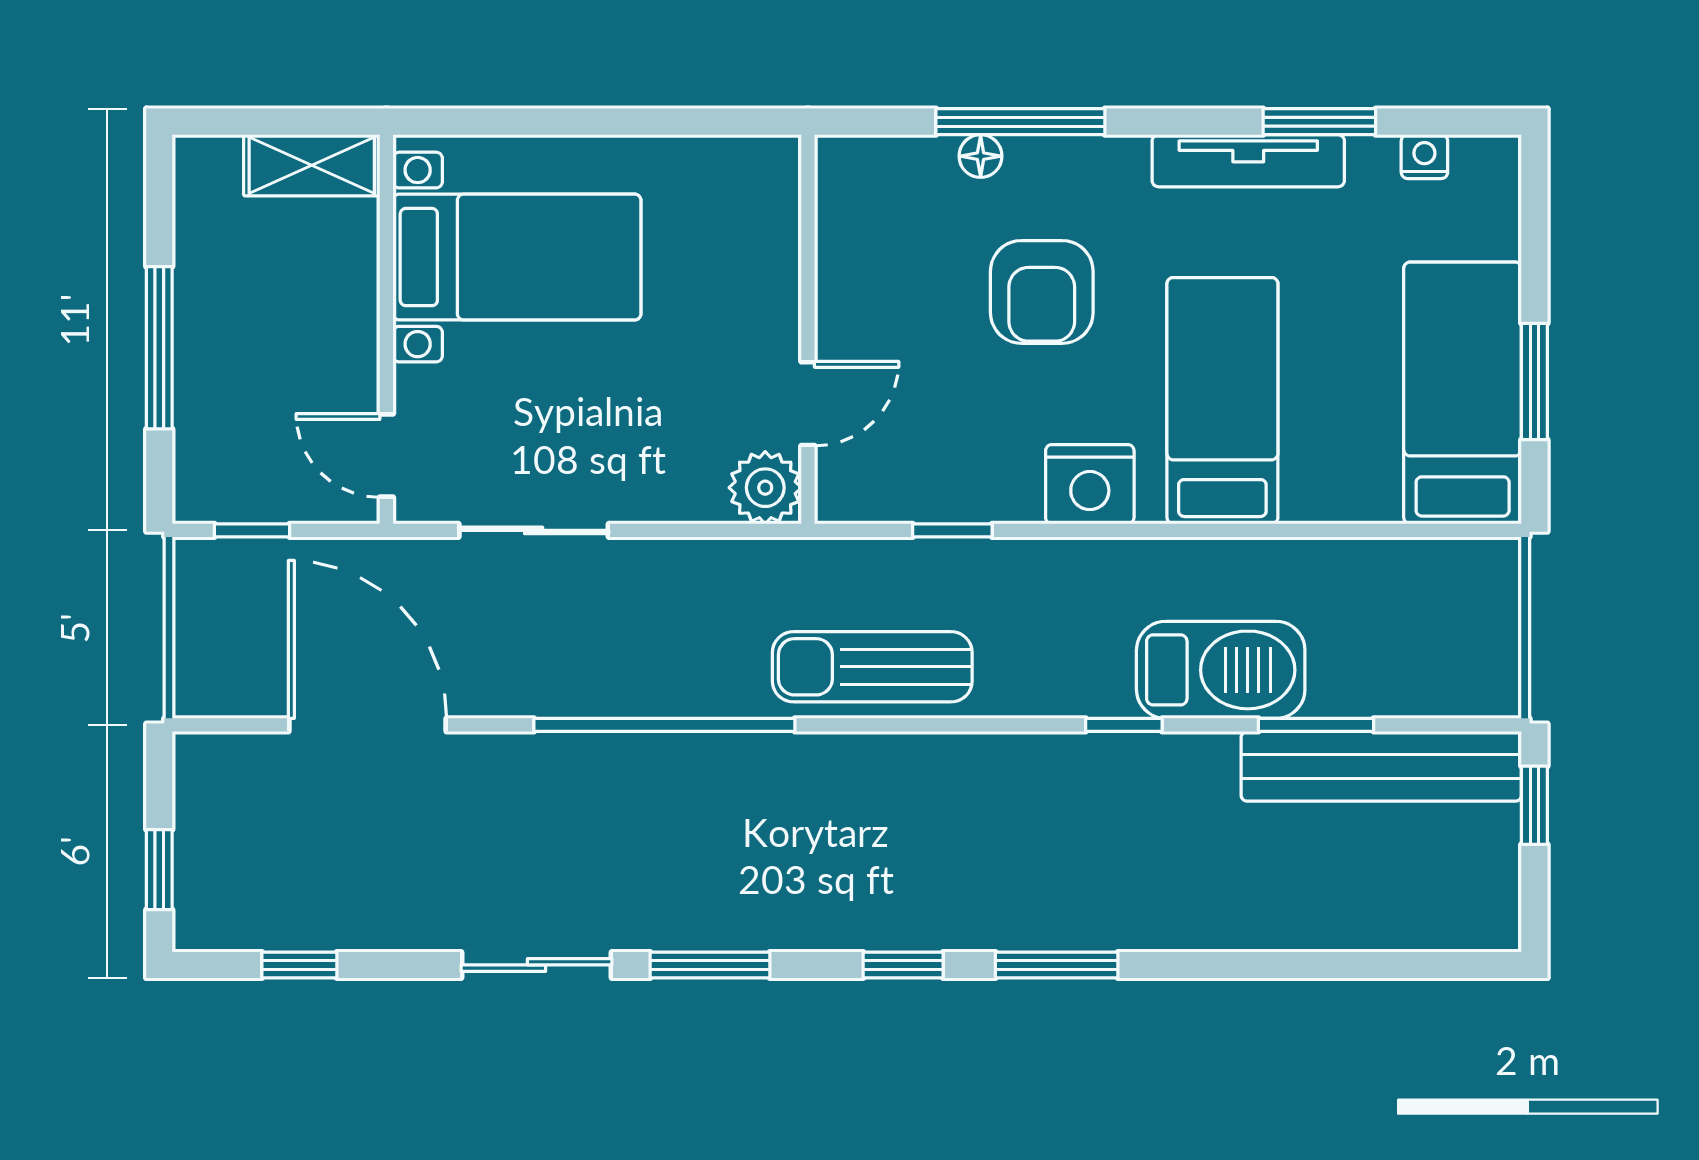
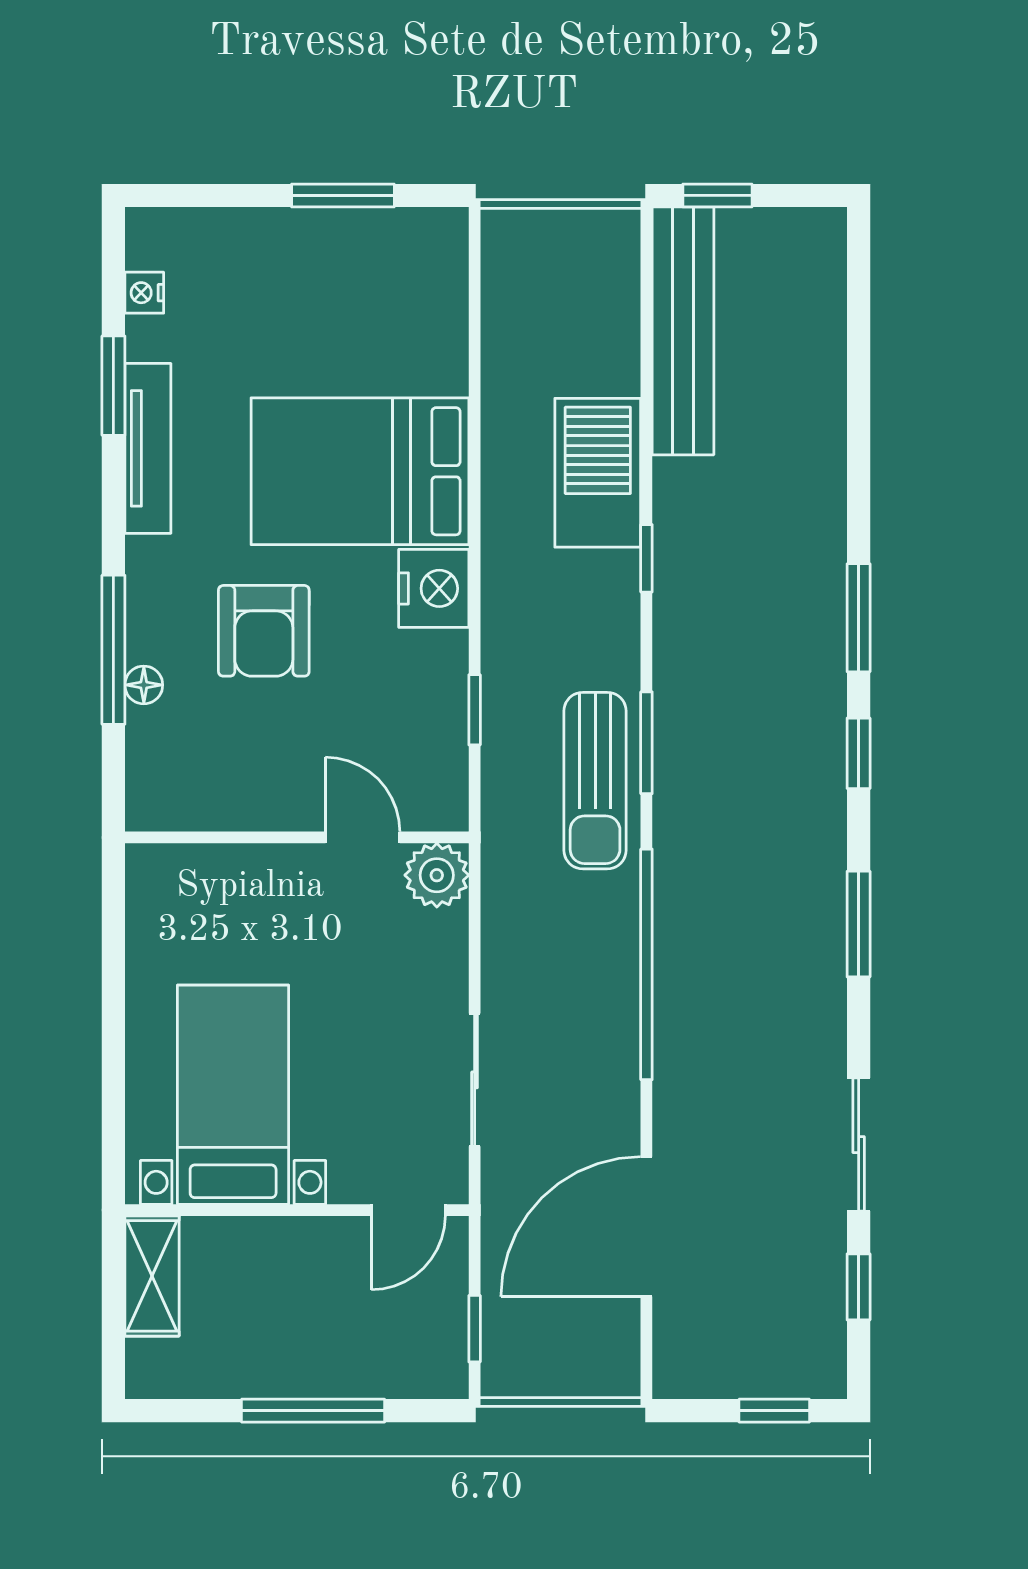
armchair: (1042, 292) -> (264, 631), turned 90
bed: (1463, 393) -> (353, 259), removed
bed: (1222, 401) -> (360, 471), width x1.50
window: (1316, 725) -> (646, 743), moved
sliding door: (536, 965) -> (859, 1145), moved

